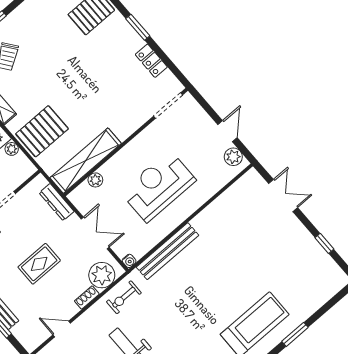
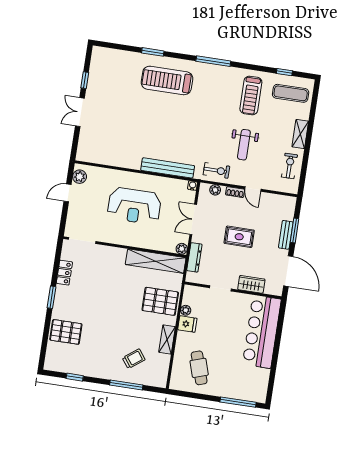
plant: (95, 180) -> (182, 249), moved
double door: (283, 196) -> (80, 112), moved
plant: (102, 275) -> (215, 190), width x0.53, depth x0.53
door: (62, 329) -> (253, 189), moved

